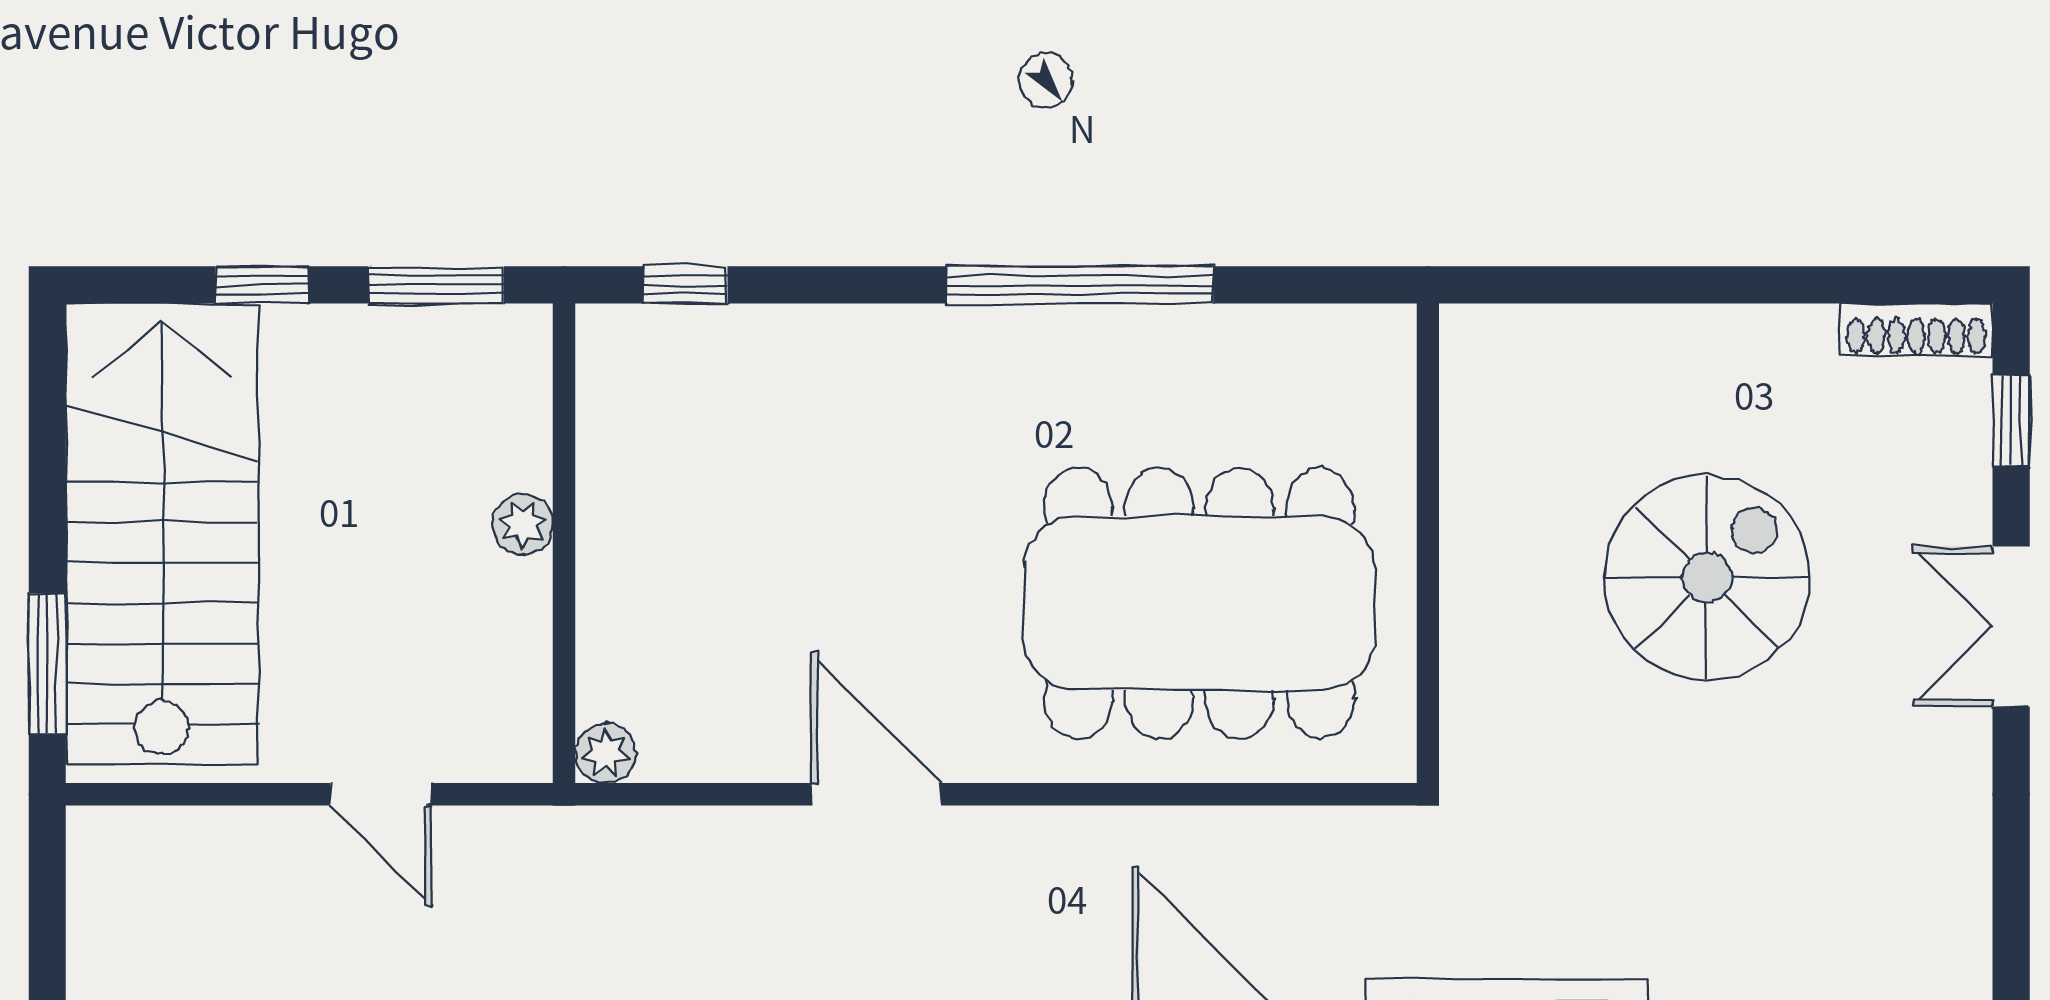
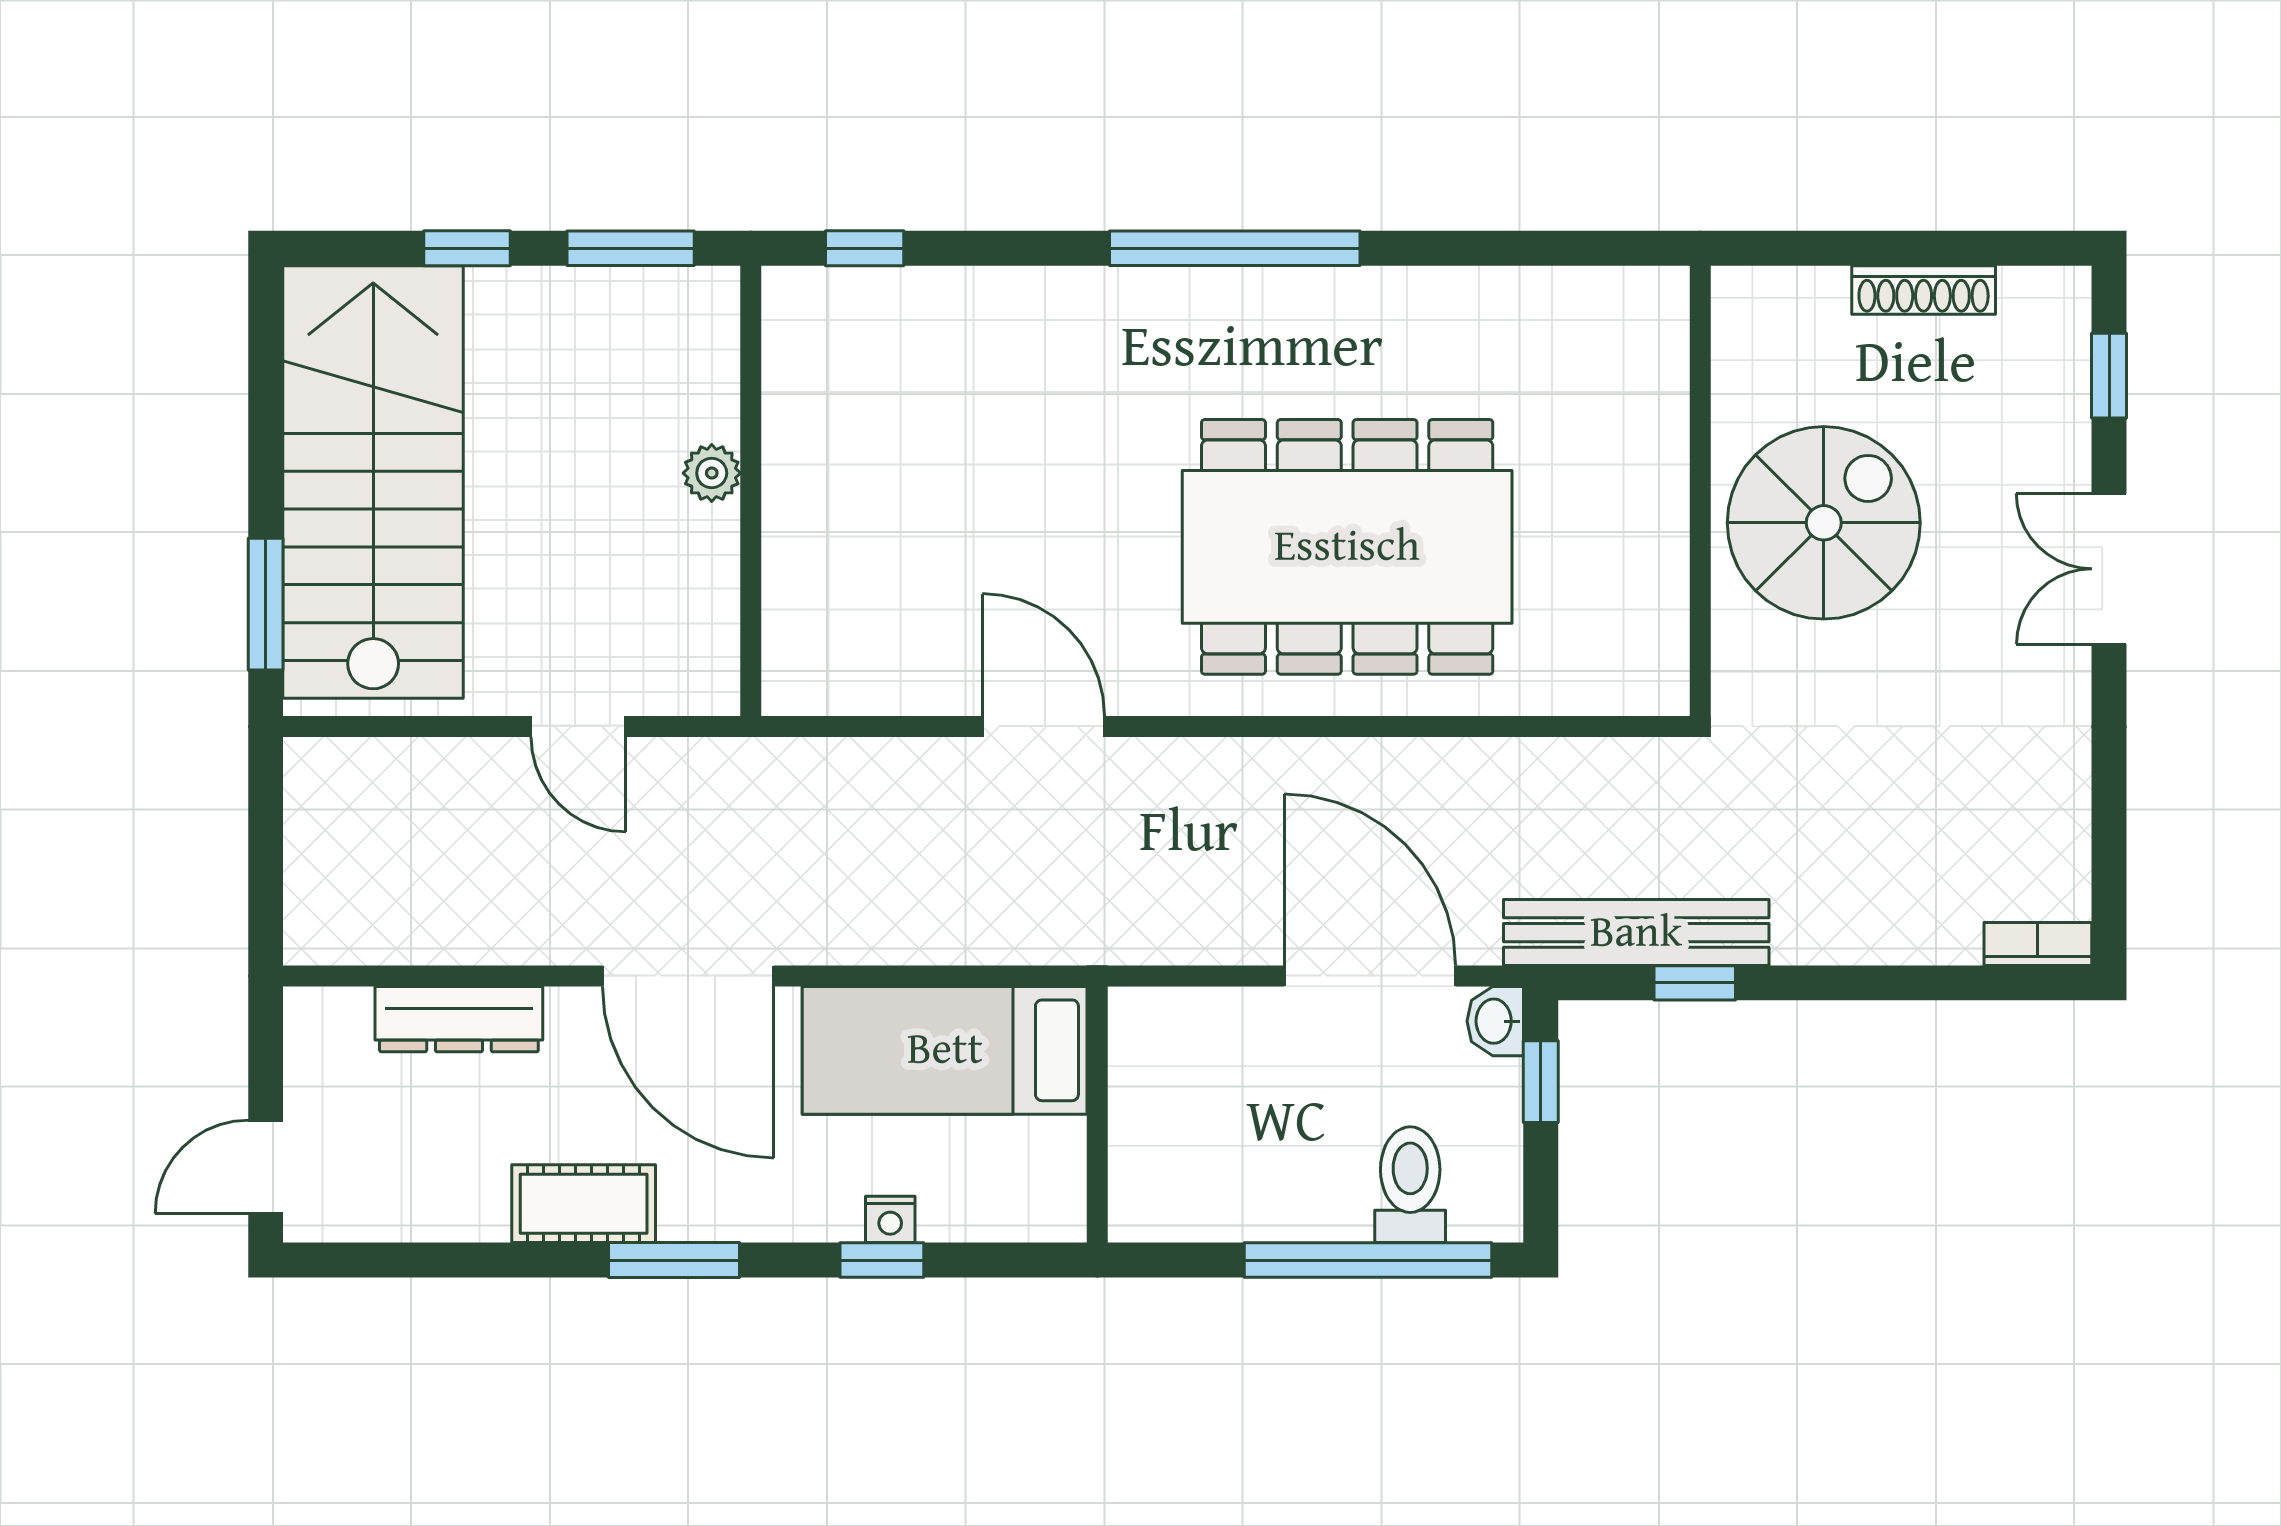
shoe rack: (1916, 329) -> (1924, 290), moved
wall: (1428, 543) -> (1700, 491), moved
plant: (605, 753) -> (789, 688), removed

